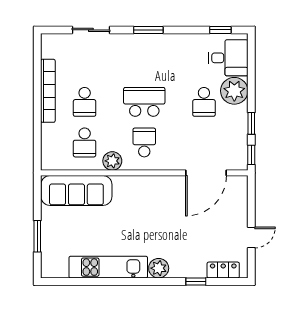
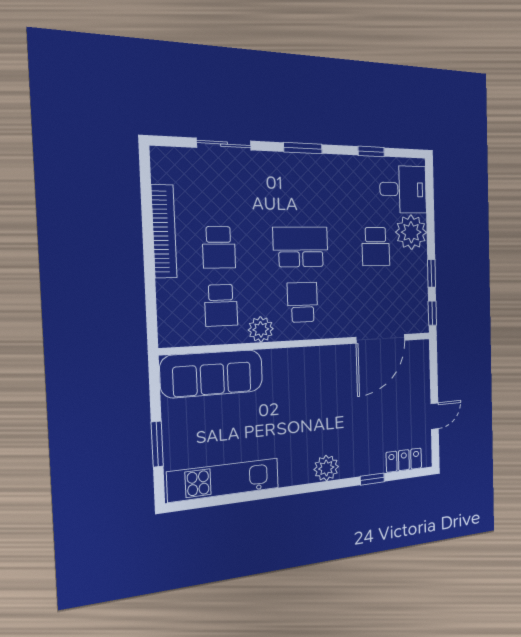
window: (220, 30) -> (371, 151), moved
kitchen unit: (108, 267) -> (224, 480), moved

